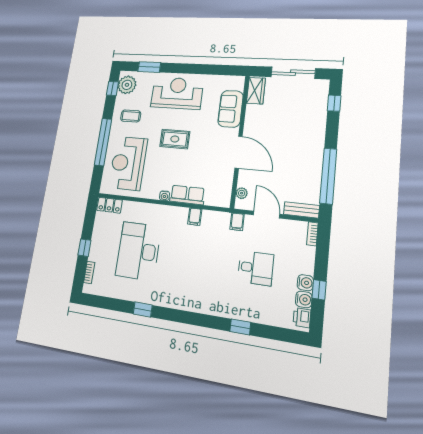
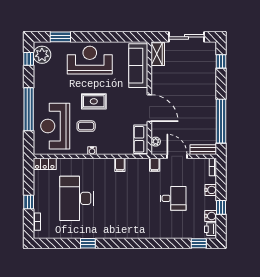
sofa: (230, 109) -> (138, 66), width x1.36
coffee table: (131, 116) -> (86, 126), moved
row of seats: (187, 195) -> (141, 139), moved, turned -90
water cooler: (305, 283) -> (211, 190), moved
window: (240, 327) -> (199, 243), moved

